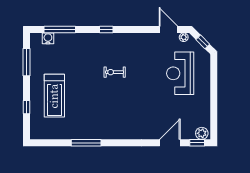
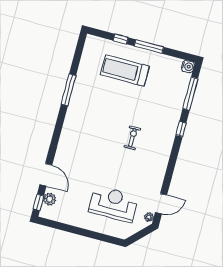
window: (106, 29) -> (181, 129), moved
water cooler: (48, 38) -> (188, 67), moved
window: (203, 42) -> (139, 235), removed
window: (26, 62) -> (149, 46), moved
plant: (202, 133) -> (50, 199), moved

